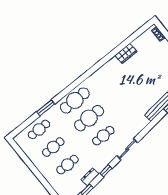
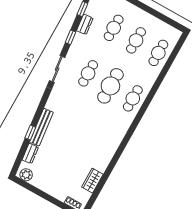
wardrobe: (126, 53) -> (92, 181), moved
cafe table: (75, 100) -> (133, 98), width x0.73, depth x0.74
window: (46, 108) -> (160, 78), removed

